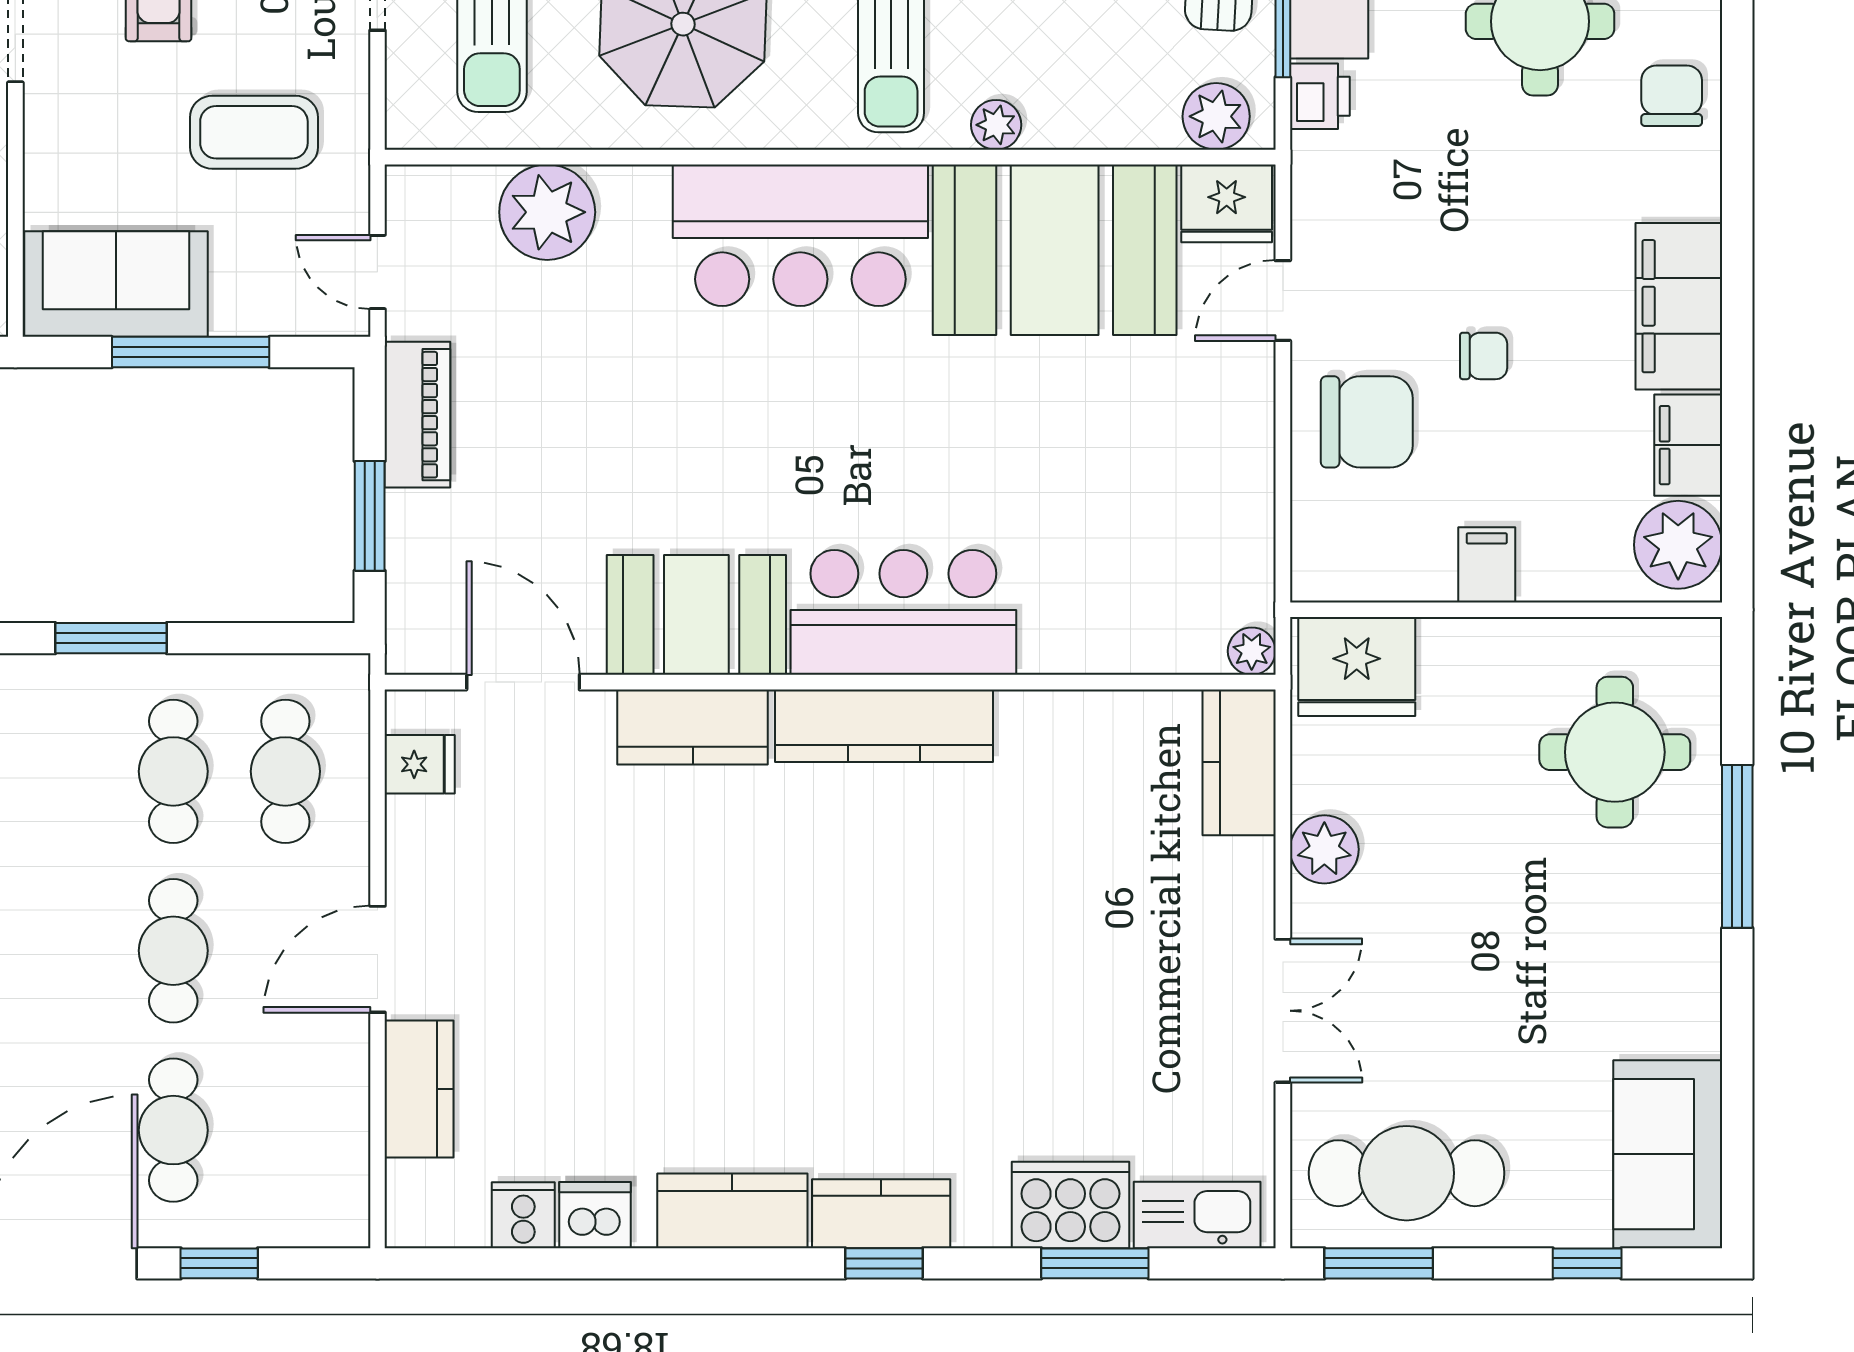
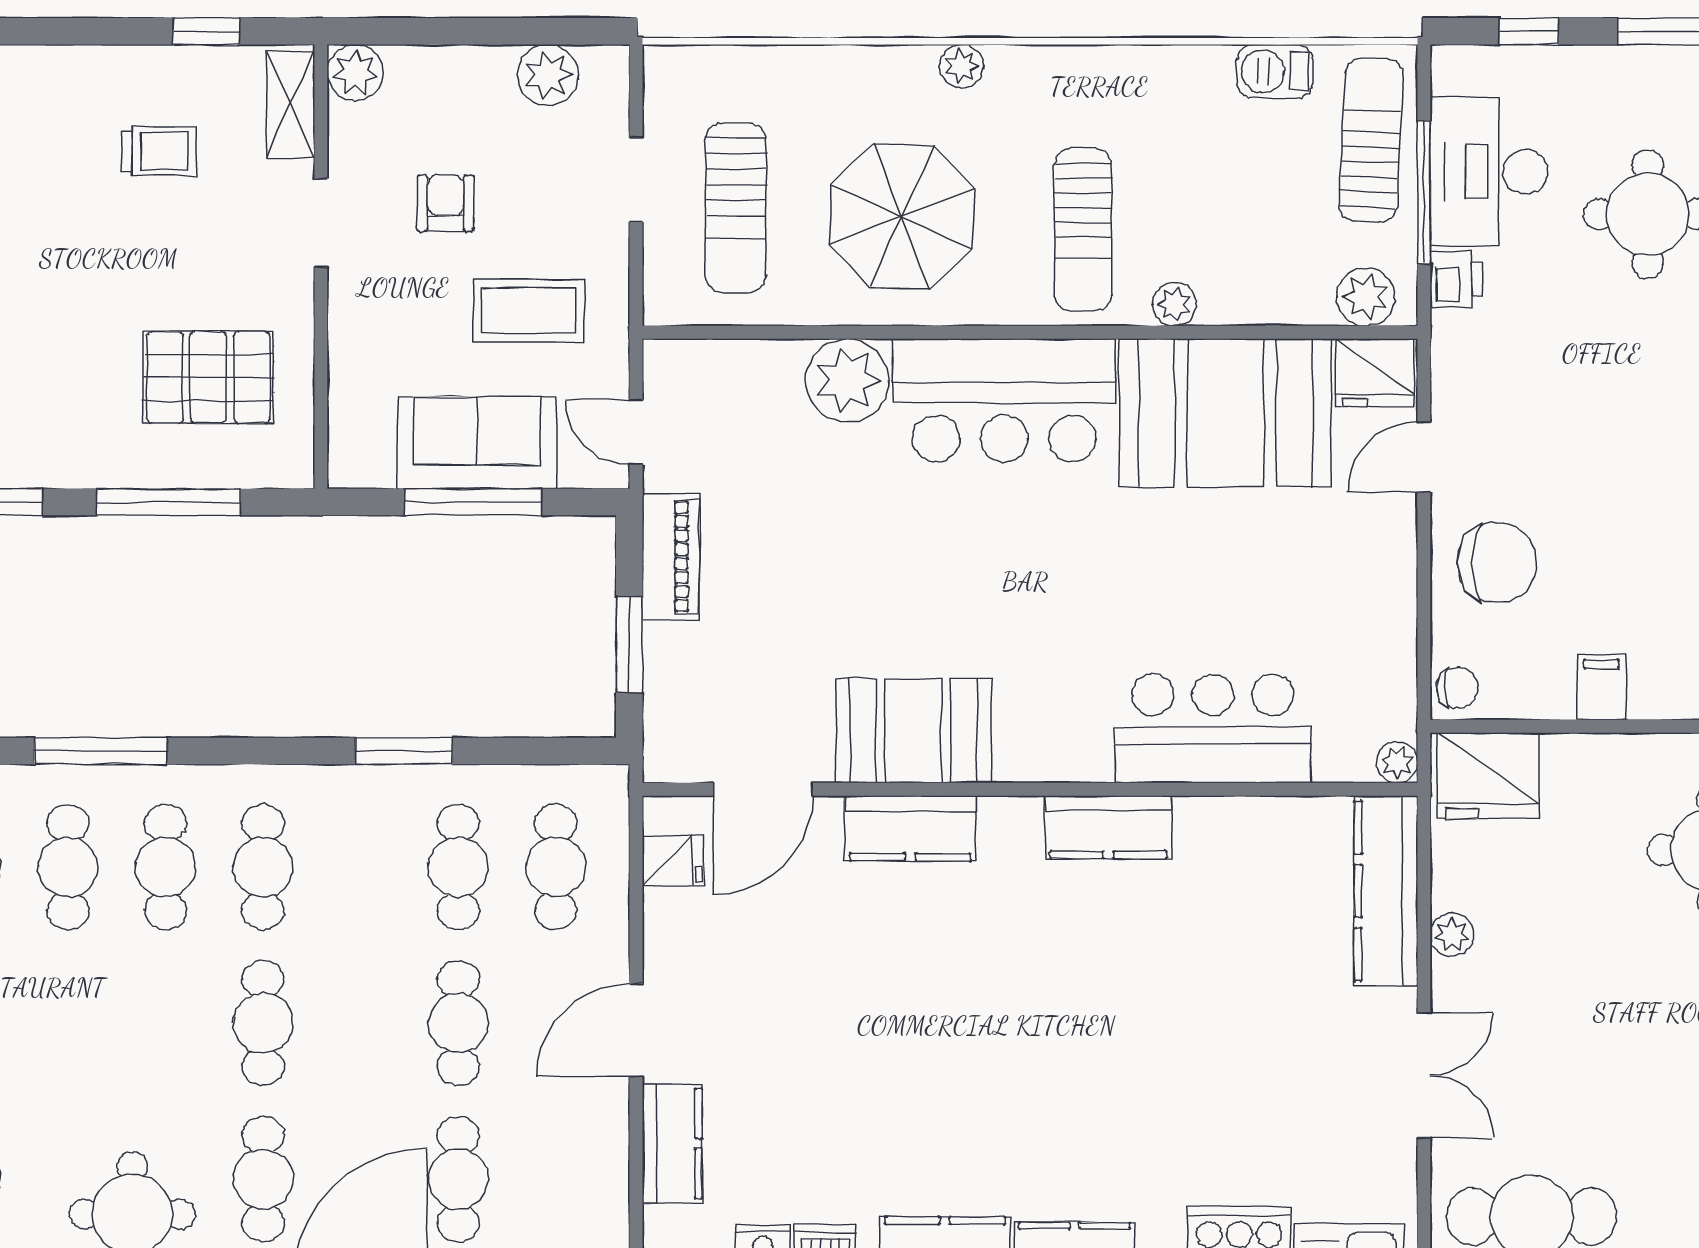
plant: (547, 212) -> (847, 380), moved
sofa: (116, 284) -> (477, 443), moved
chair: (1484, 356) -> (1457, 688), moved
bar counter: (903, 612) -> (1213, 729), moved
door: (523, 682) -> (763, 789), swing flipped
kitchen counter: (884, 726) -> (1108, 827), width x0.67
kitchen counter: (1239, 762) -> (1386, 891), width x1.50
plant: (1324, 849) -> (1452, 935), width x0.73, depth x0.73

